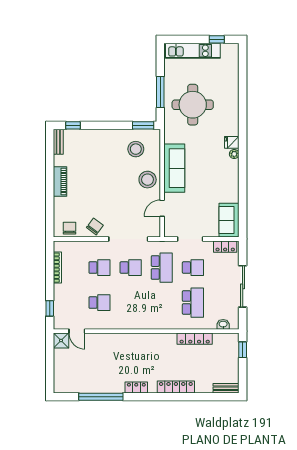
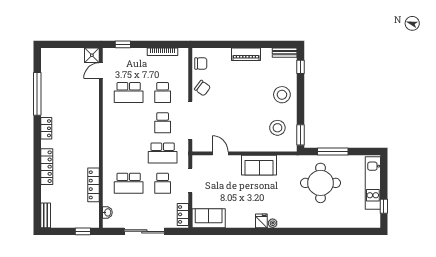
fridge: (232, 142) -> (261, 221), moved
sofa: (174, 168) -> (259, 165), width x0.73
stool: (148, 180) -> (282, 95), moved
school desk: (99, 303) -> (129, 93), width x1.85

